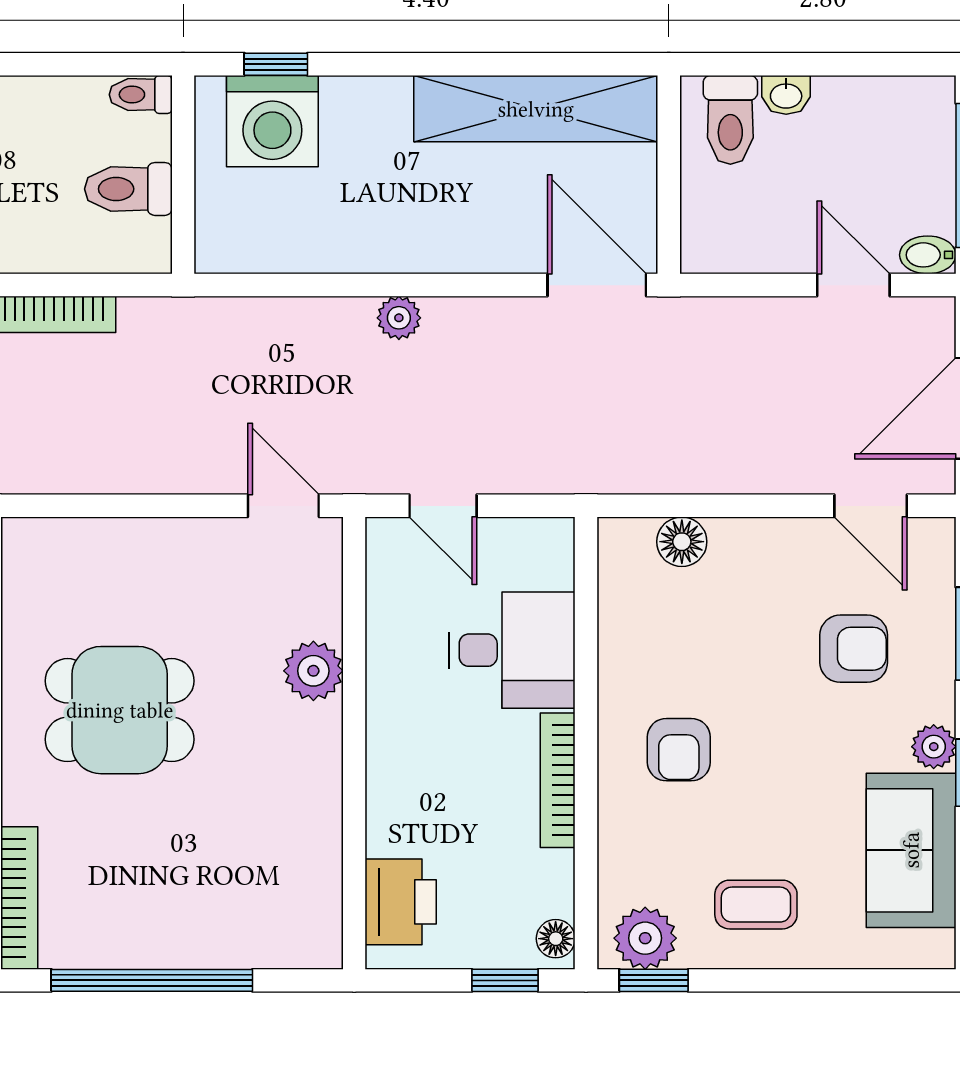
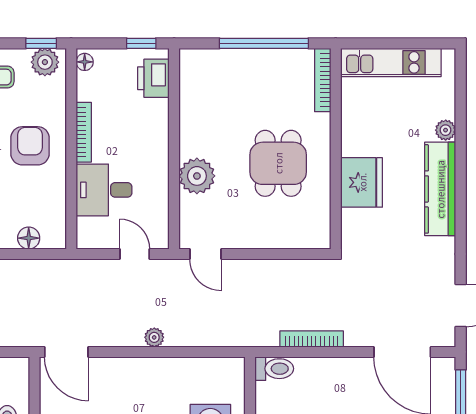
toilet: (128, 189) -> (274, 369), moved
plant: (313, 671) -> (197, 176), width x1.36, depth x1.36
dining table: (120, 710) -> (278, 163), turned 90
armchair: (679, 750) -> (30, 146), width x1.38, depth x1.38
window: (505, 980) -> (141, 43), moved

